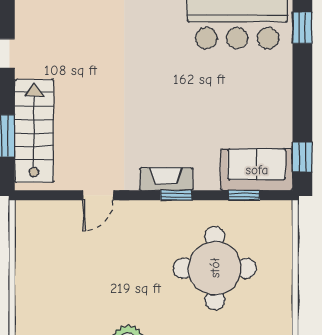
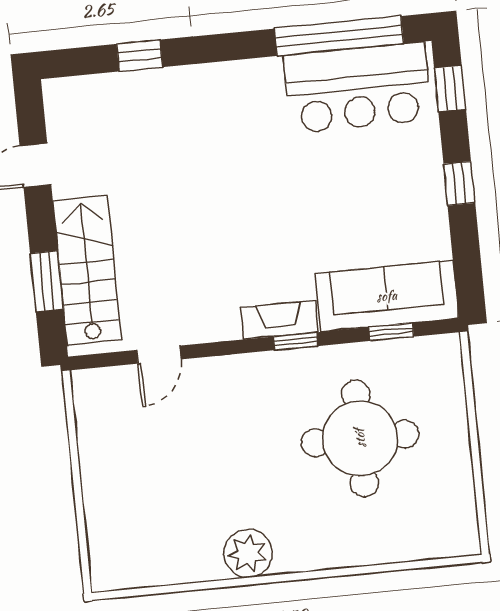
window: (302, 157) -> (459, 183), moved
sofa: (257, 170) -> (387, 296), width x1.36
door: (98, 195) -> (159, 355), moved

